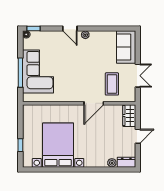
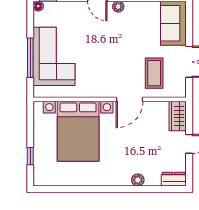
bed with nightstands: (58, 145) -> (78, 131), moved, turned 180
plant: (112, 163) -> (138, 180), moved

